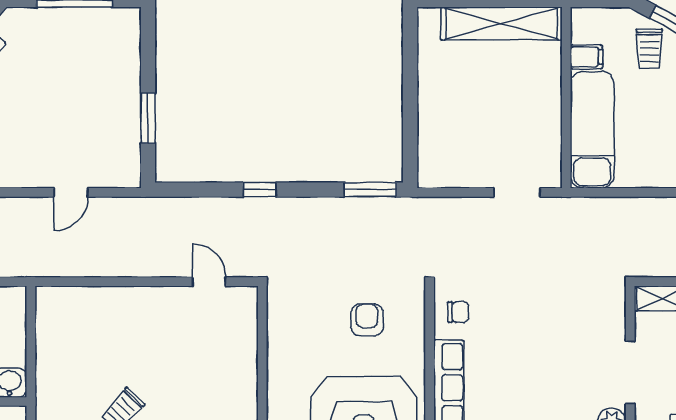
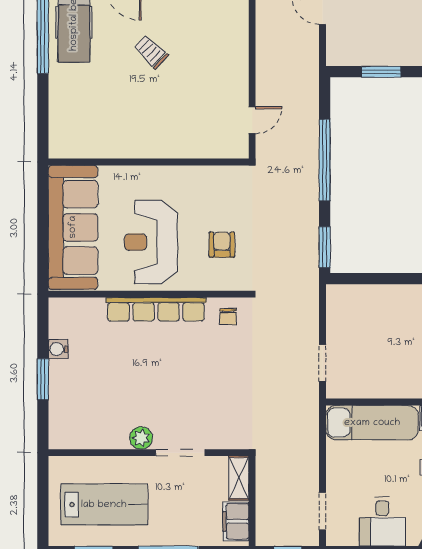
window: (260, 190) -> (325, 160), width x3.17
armchair: (367, 320) -> (222, 245), turned -90

